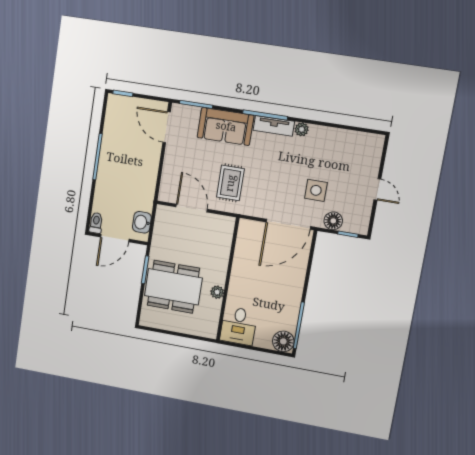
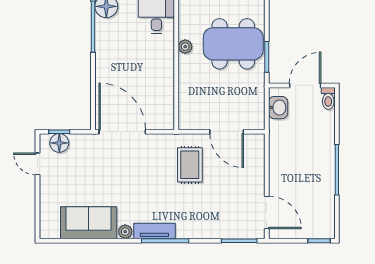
sofa: (226, 126) -> (89, 223), moved
door: (377, 189) -> (38, 164), moved
side table: (316, 190) -> (100, 172), removed
floor lamp: (333, 221) -> (59, 143), moved
door: (288, 224) -> (122, 132), hinge flipped

